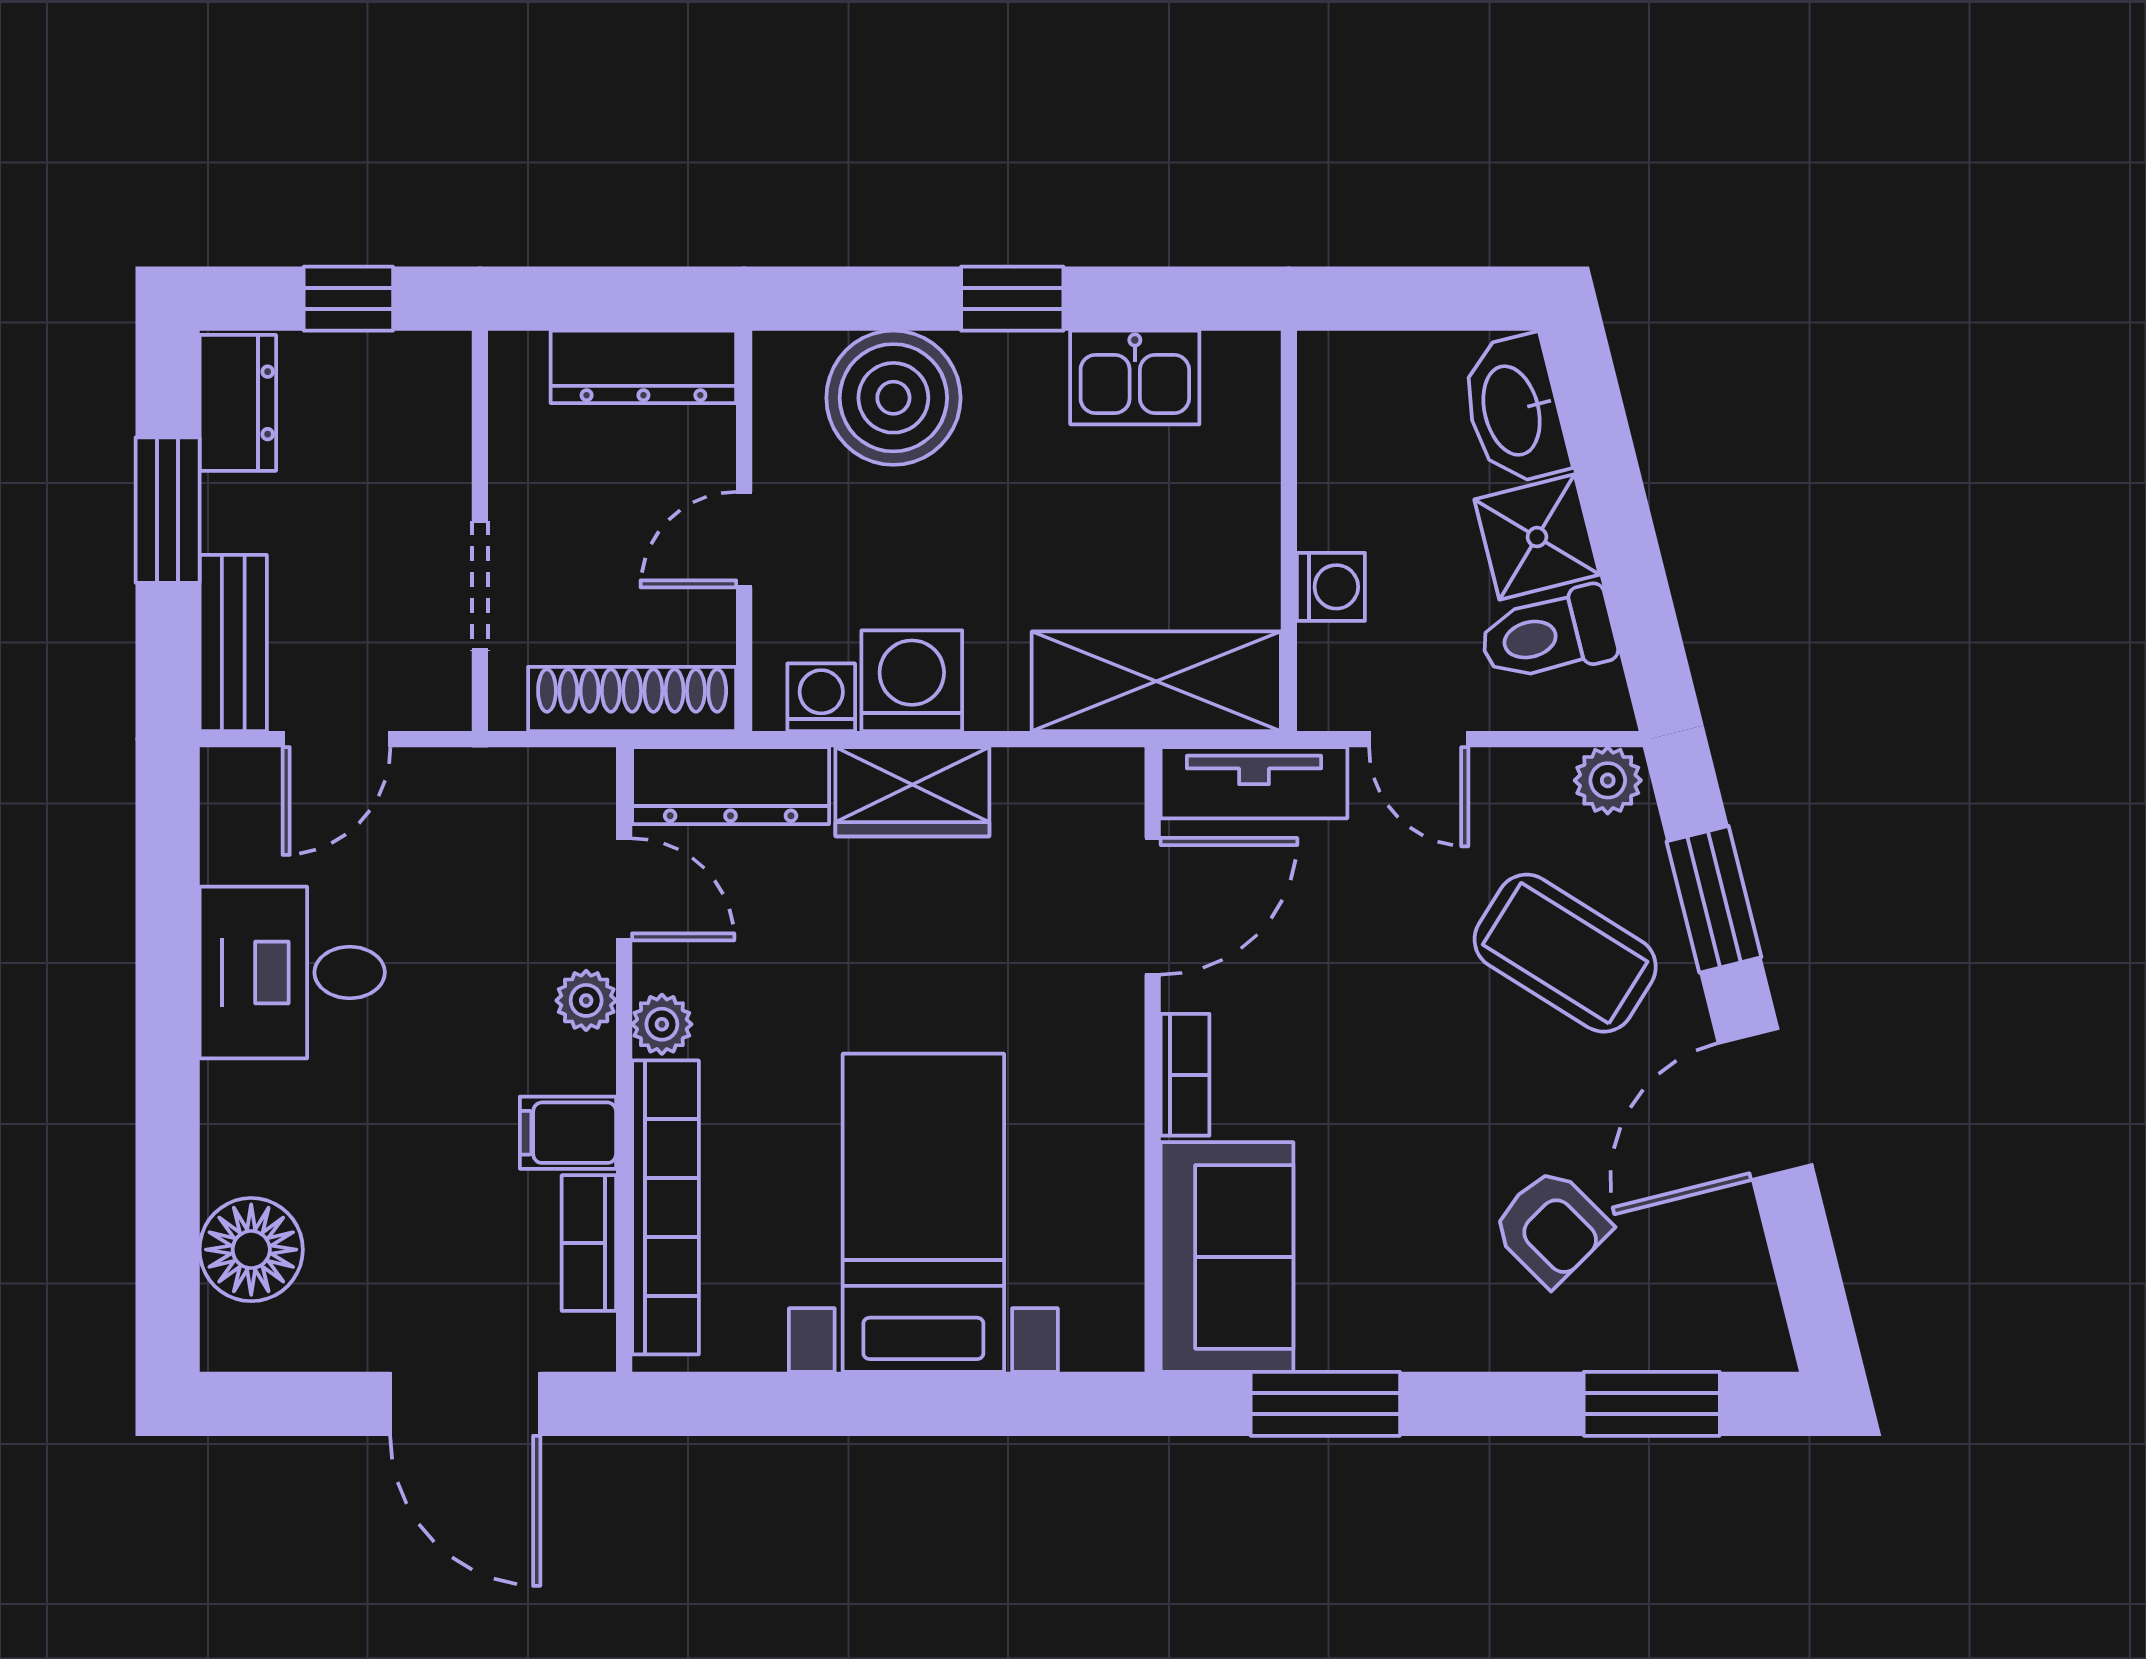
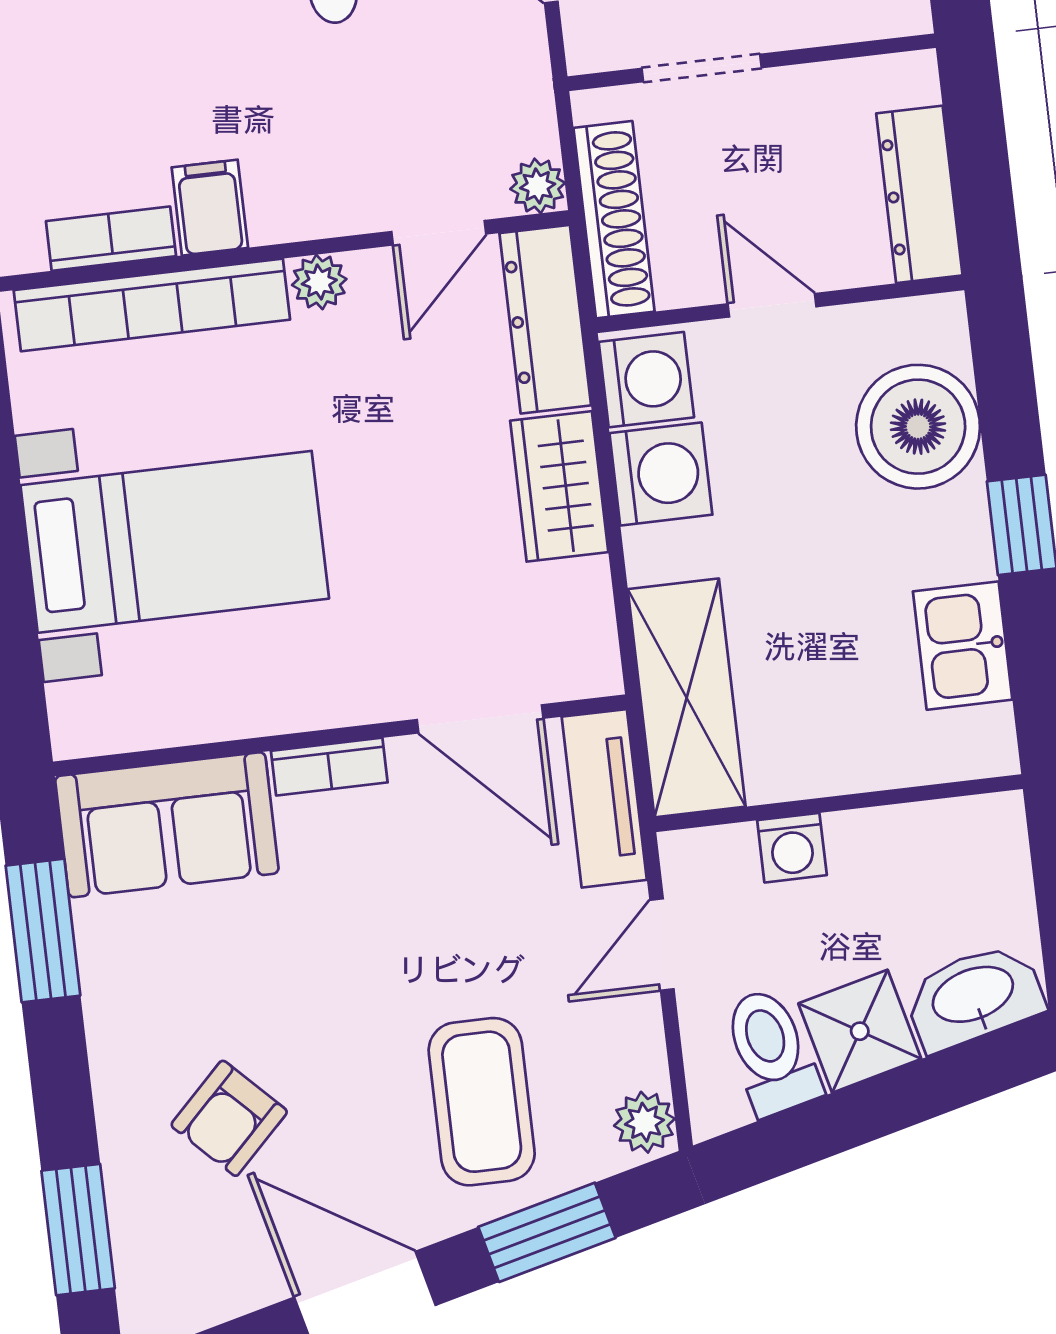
washing machine: (821, 697) -> (646, 380), width x1.38, depth x1.38
coffee table: (1565, 953) -> (482, 1102), turned -32
plant: (586, 1000) -> (538, 186), moved

